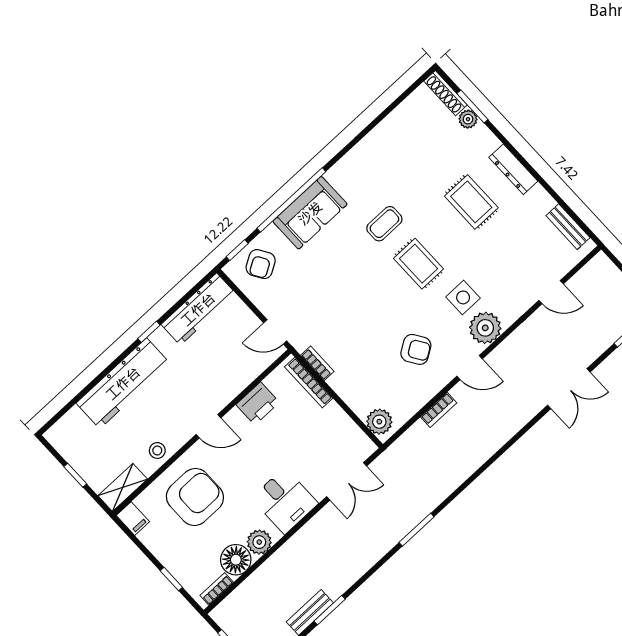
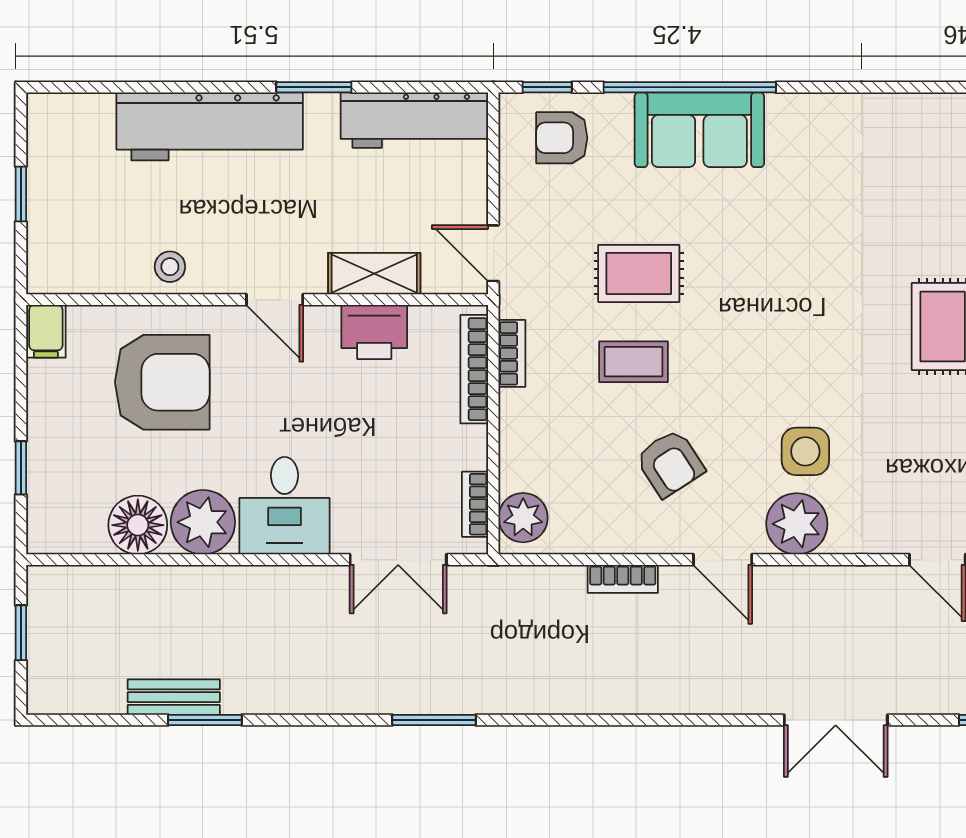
coffee table: (384, 224) -> (633, 362), moved
armchair: (261, 264) -> (562, 138), turned 31
rug: (419, 264) -> (639, 273), moved, turned 90
window: (149, 332) -> (314, 87), width x1.50
shelving: (123, 487) -> (374, 274), moved
plant: (259, 542) -> (203, 522), width x1.36, depth x1.36
bookcase: (217, 589) -> (475, 504), moved, turned -90

